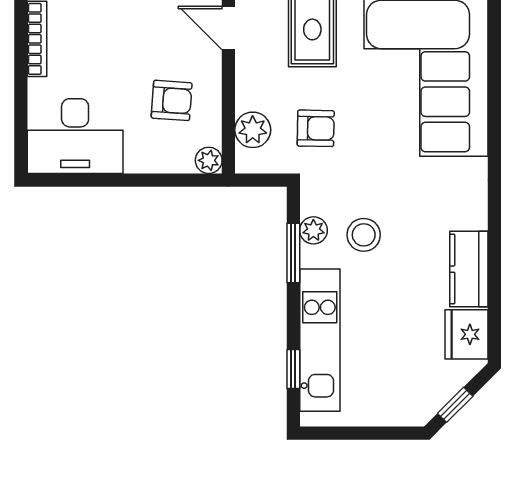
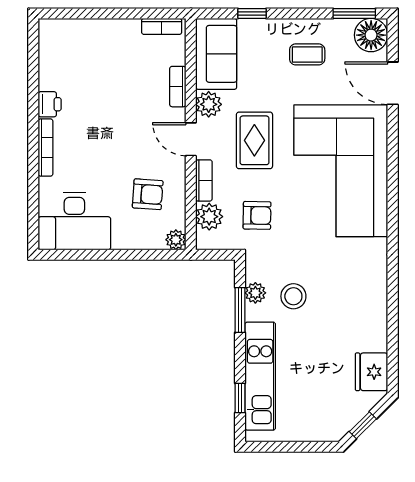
bookcase: (246, 82) -> (204, 180), added
kitchen counter: (469, 269) -> (373, 322), removed

